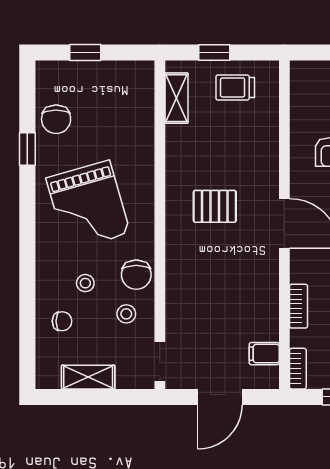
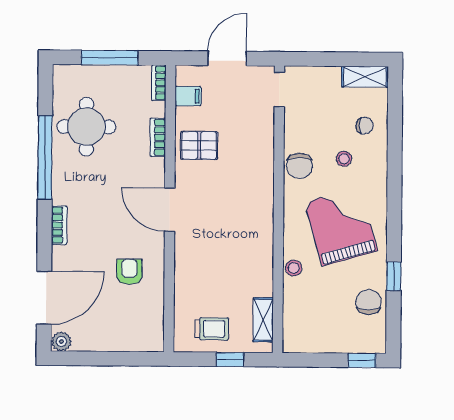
window: (85, 53) -> (362, 360), moved
pallet: (215, 206) -> (199, 145), moved
chair: (136, 275) -> (299, 166), turned 180
stool: (126, 314) -> (294, 268), moved
chair: (62, 321) -> (365, 126), turned 180
shelving: (88, 377) -> (365, 77), moved

